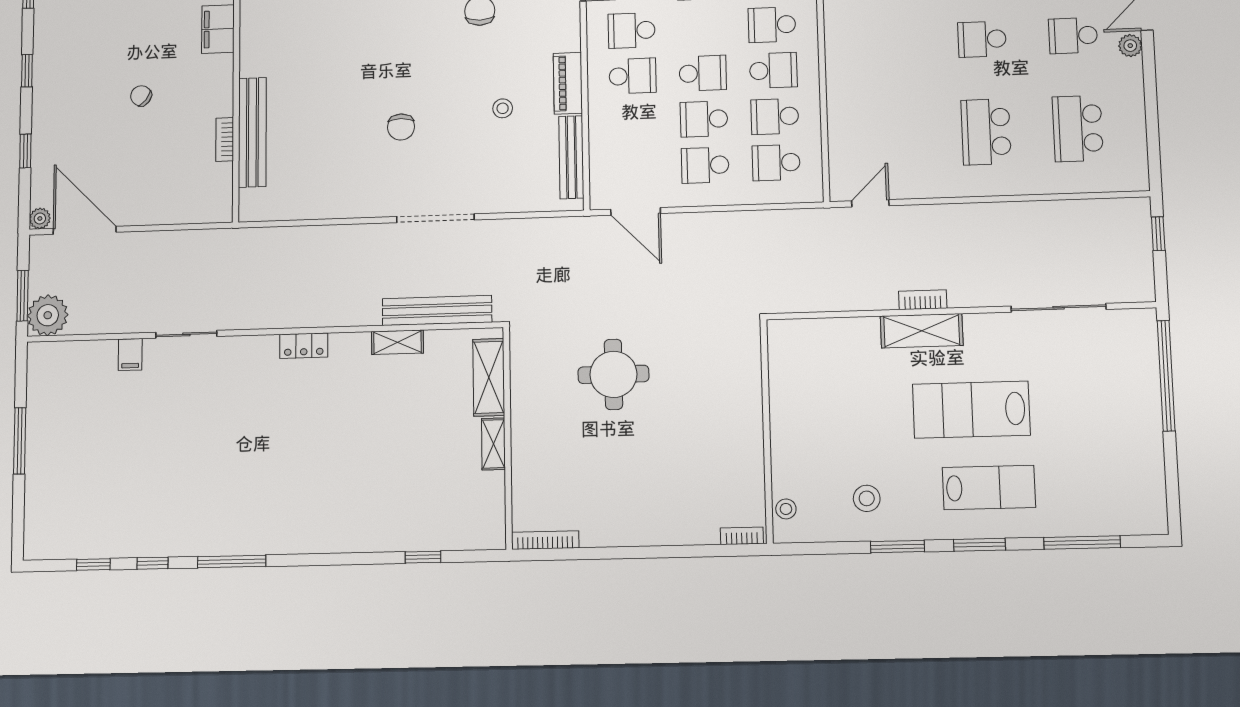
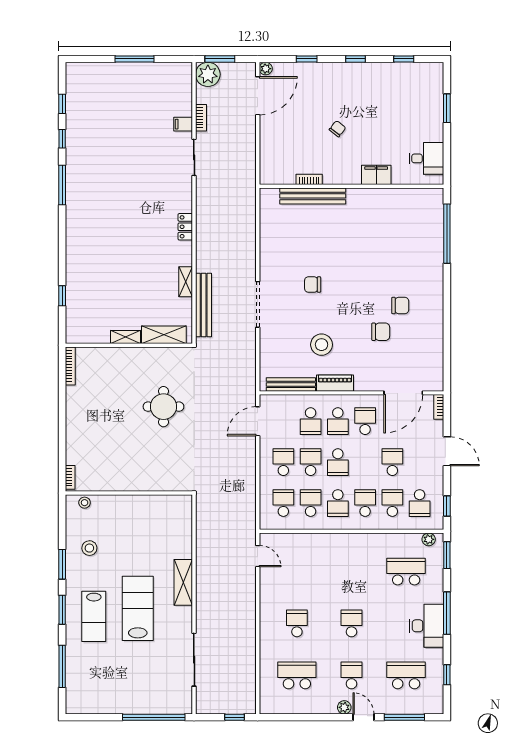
stool: (503, 108) -> (322, 345), width x1.89, depth x1.89
school desk: (633, 122) -> (311, 421), added
school desk: (986, 132) -> (297, 623), width x0.54
bookcase: (923, 300) -> (201, 118), moved

